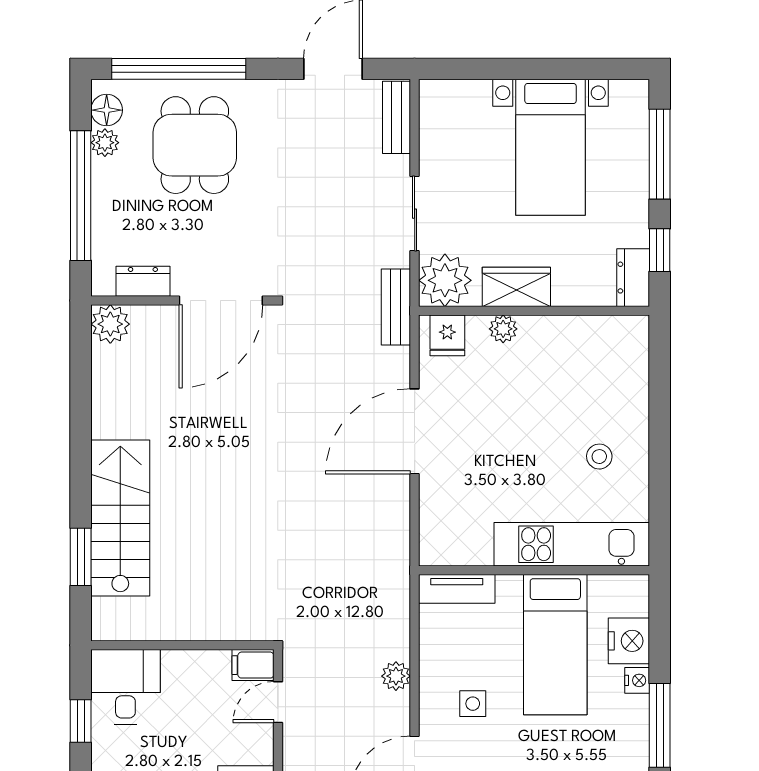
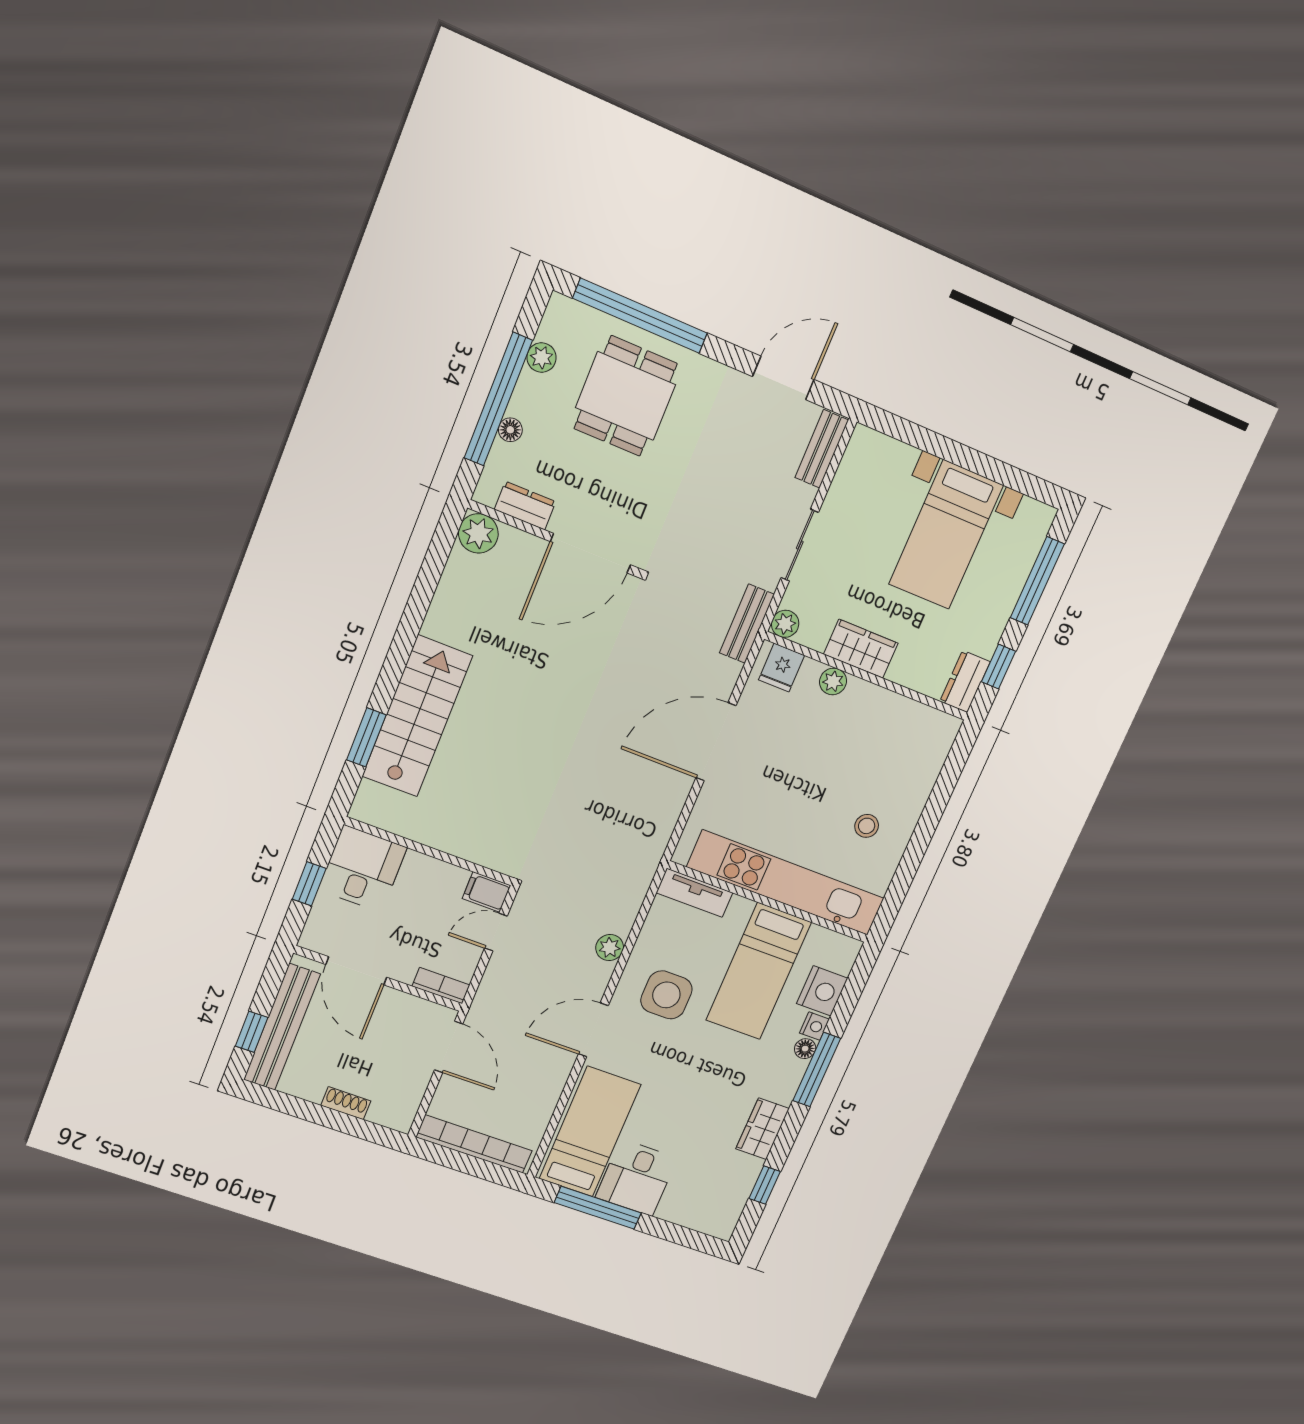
floor lamp: (107, 110) -> (510, 430), moved, width x0.73, depth x0.73
plant: (445, 280) -> (785, 624), width x0.53, depth x0.53
kitchen unit: (572, 544) -> (786, 883), width x1.36
side table: (473, 704) -> (666, 995), width x1.87, depth x1.87
floor lamp: (638, 708) -> (805, 1049), added

